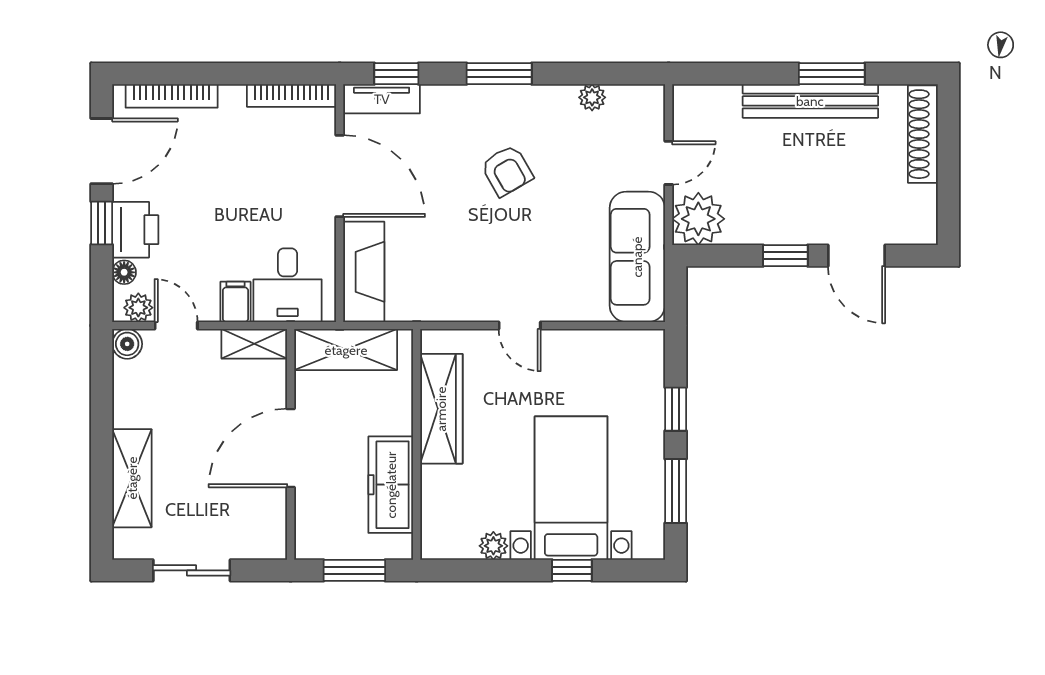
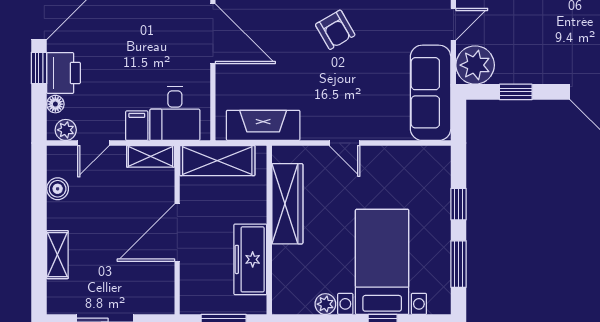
window: (785, 256) -> (516, 92), moved
fireplace: (364, 272) -> (263, 125), moved, turned -90
door: (176, 326) -> (93, 143), swing flipped
boiler: (127, 344) -> (58, 189), moved
shelving: (132, 478) -> (57, 255), width x0.67, depth x0.75

